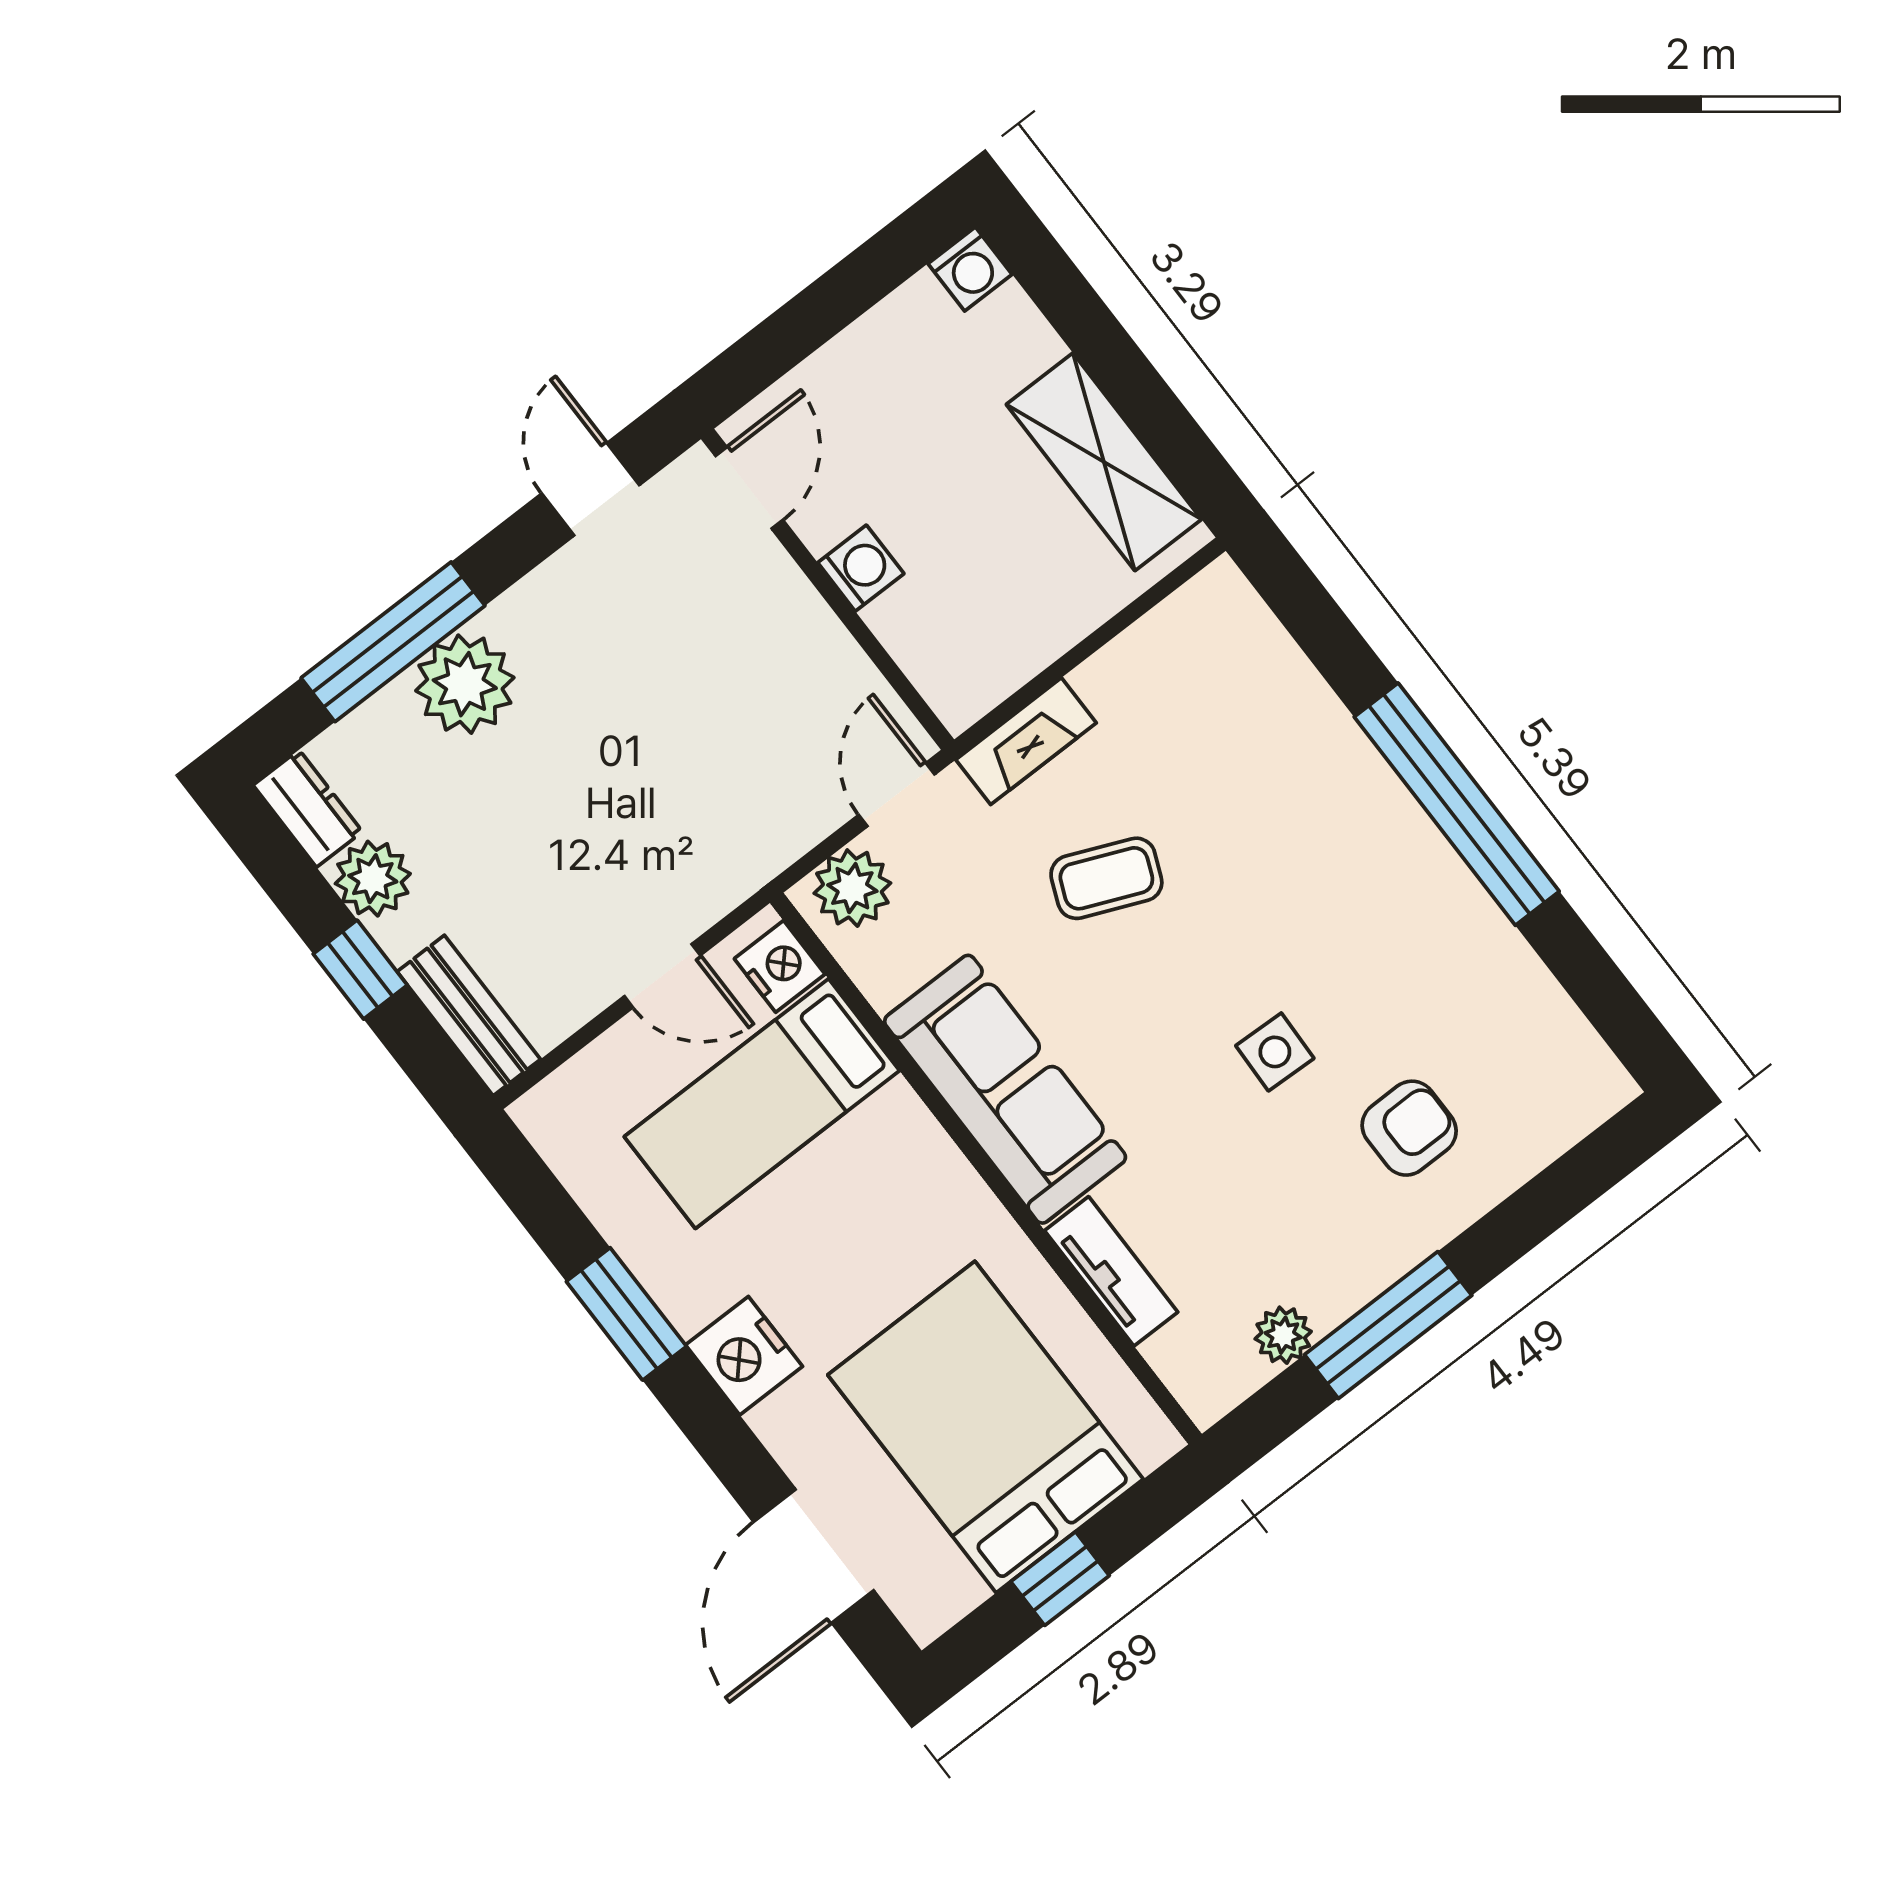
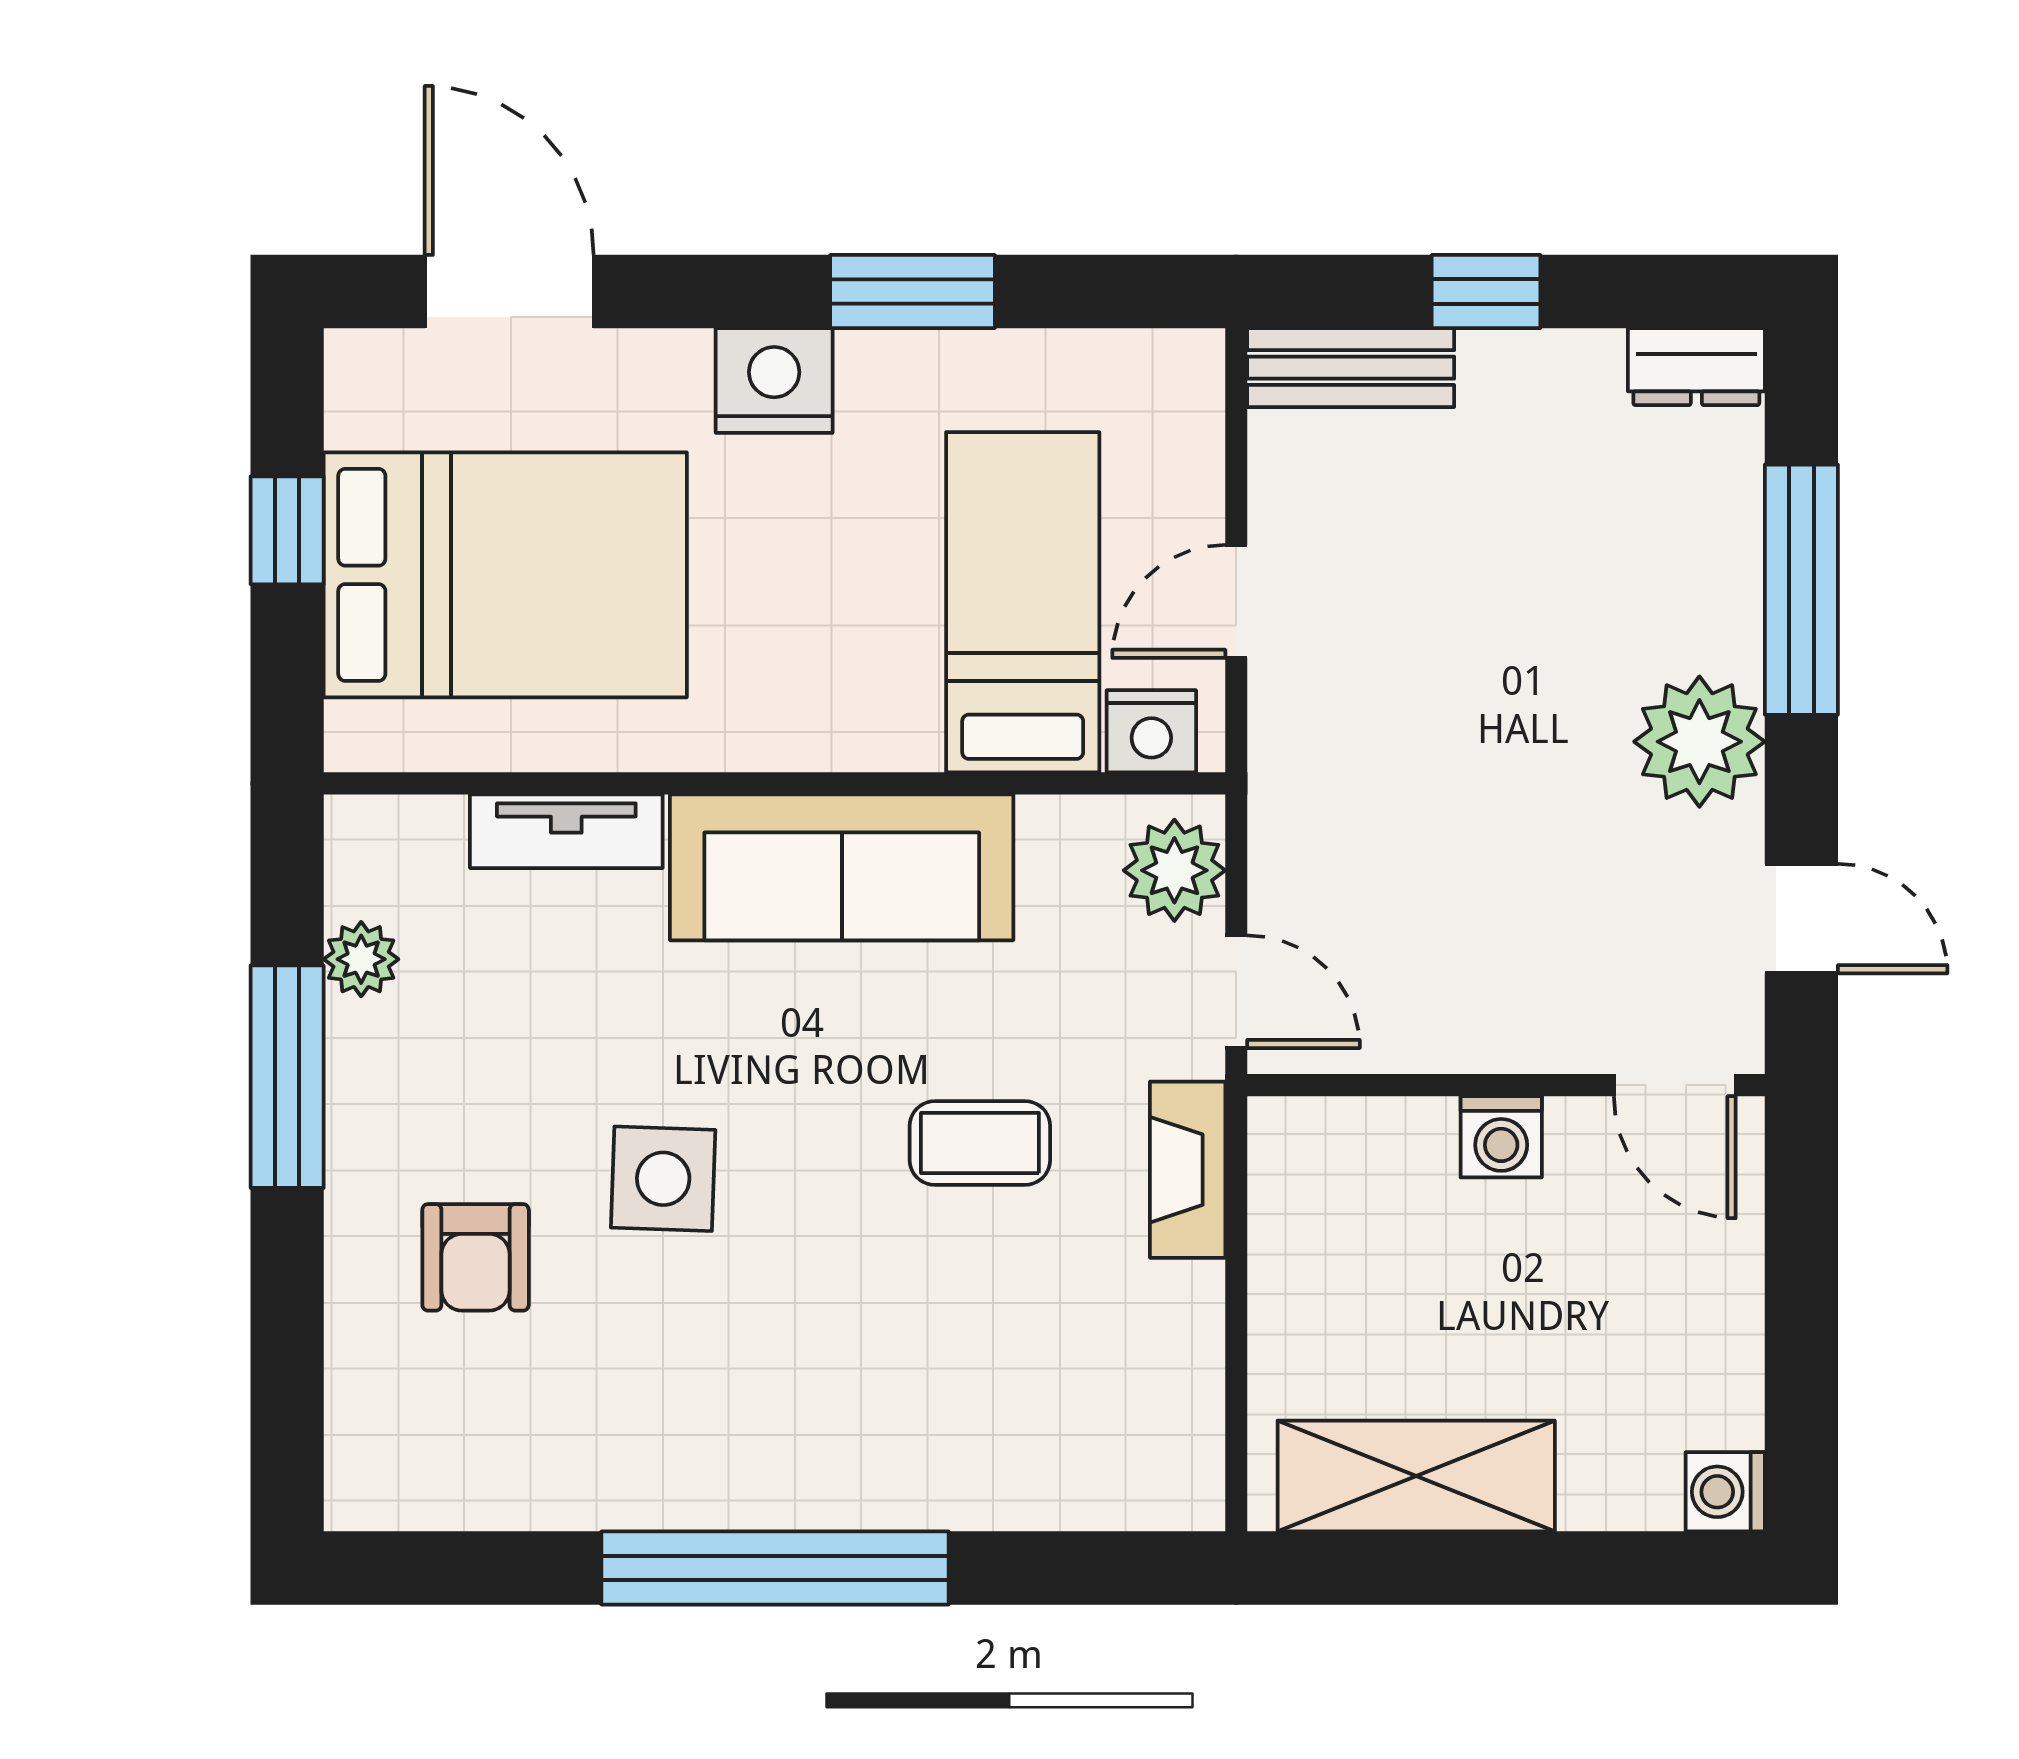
plant: (465, 684) -> (1699, 742), moved
coffee table: (1106, 878) -> (980, 1143), turned 67
plant: (373, 879) -> (1571, 378), removed
side table: (1275, 1052) -> (663, 1179), width x1.37, depth x1.37

